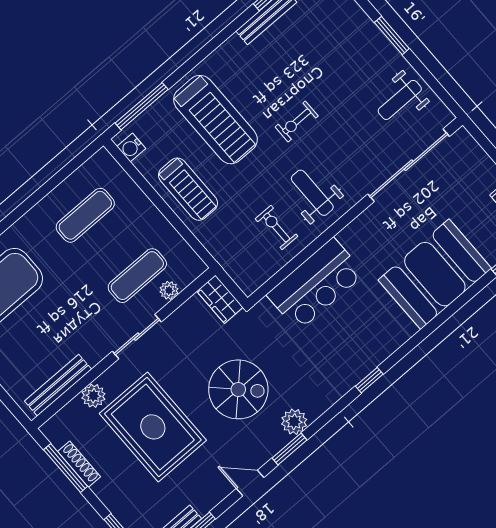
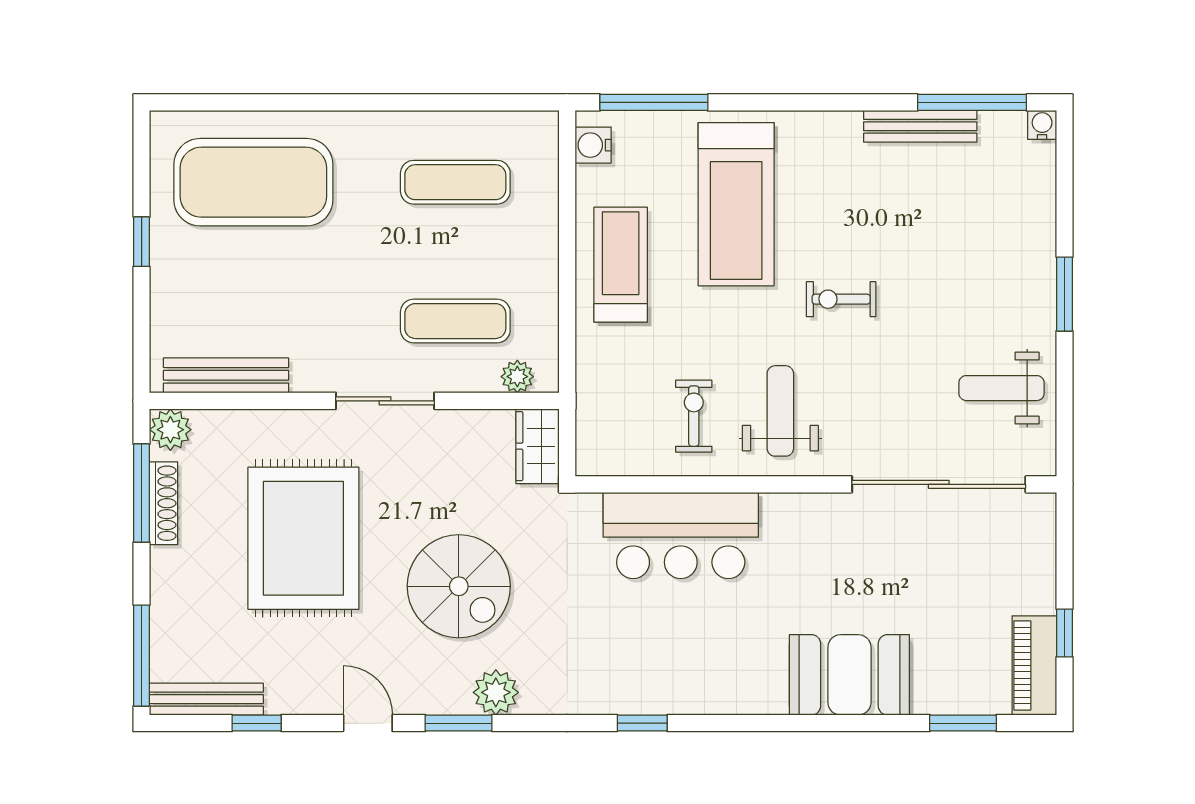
treadmill: (188, 189) -> (621, 265), turned 180
booth: (435, 274) -> (849, 675), width x0.73, depth x0.70
plant: (169, 290) -> (517, 377), moved
plant: (93, 396) -> (170, 430), moved

